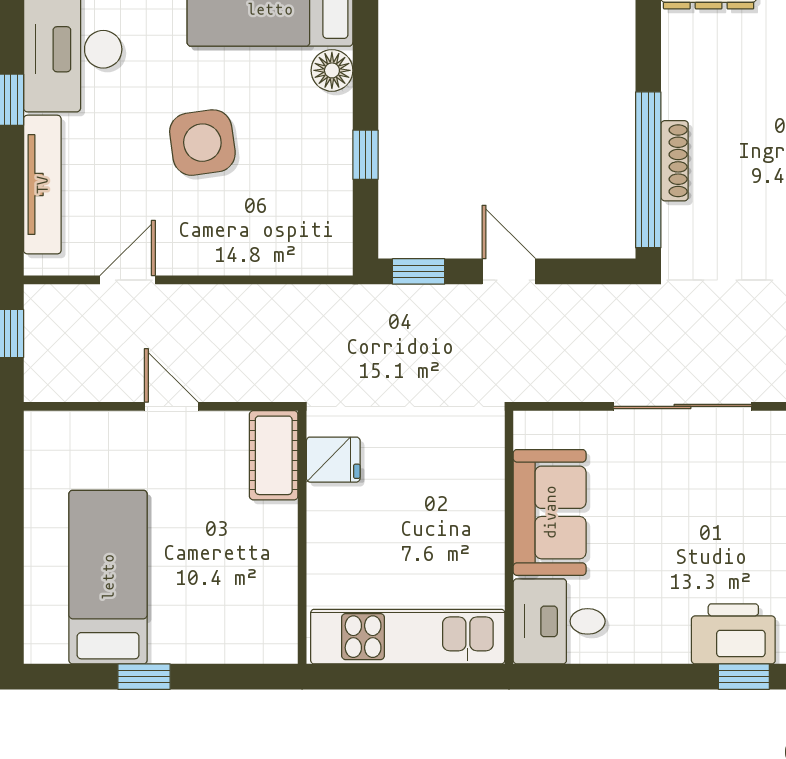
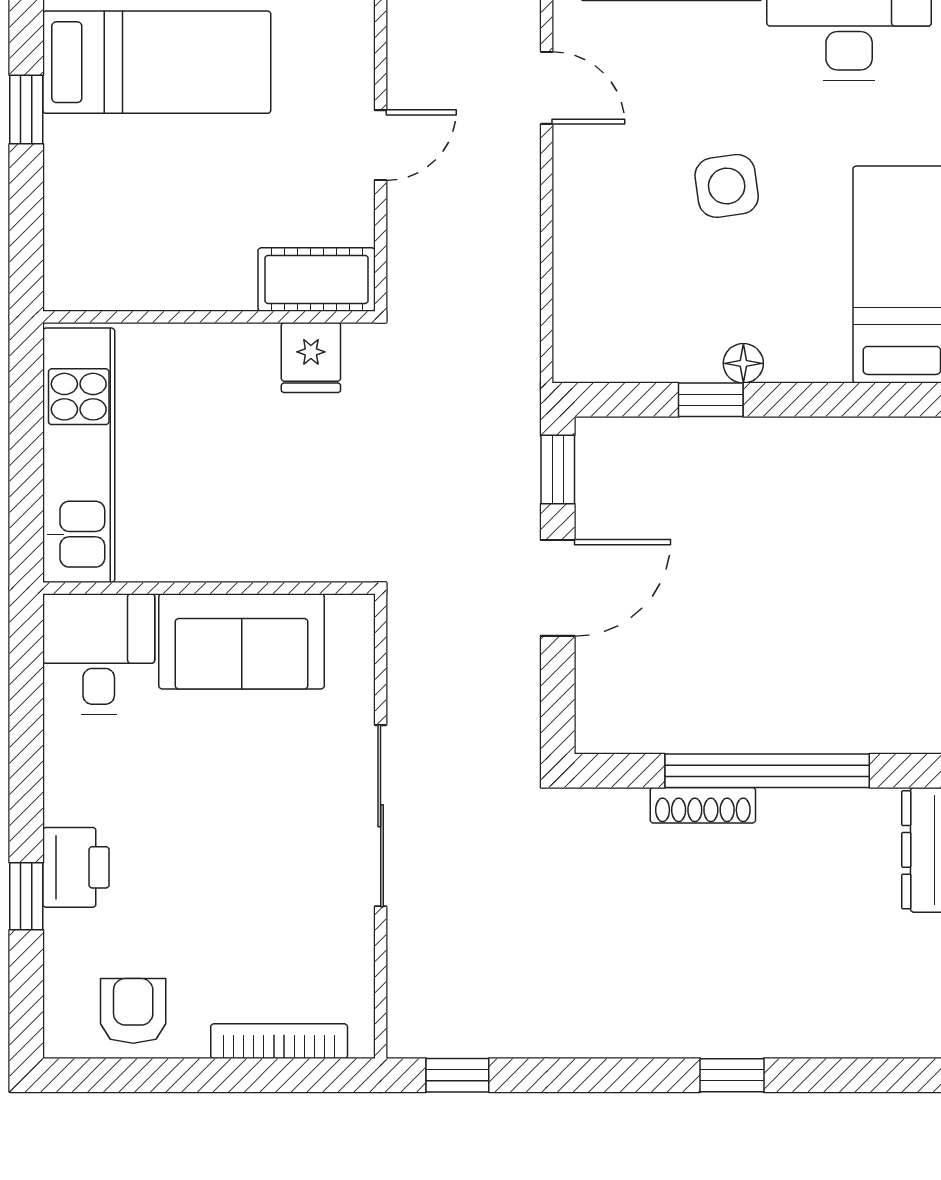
floor lamp: (332, 70) -> (743, 363), moved, width x0.73, depth x0.73
side table: (202, 143) -> (727, 186), width x0.73, depth x0.73
window: (648, 170) -> (767, 771), moved
door: (509, 271) -> (558, 588), width x1.38
printer: (733, 634) -> (76, 867), width x0.73, depth x0.84

